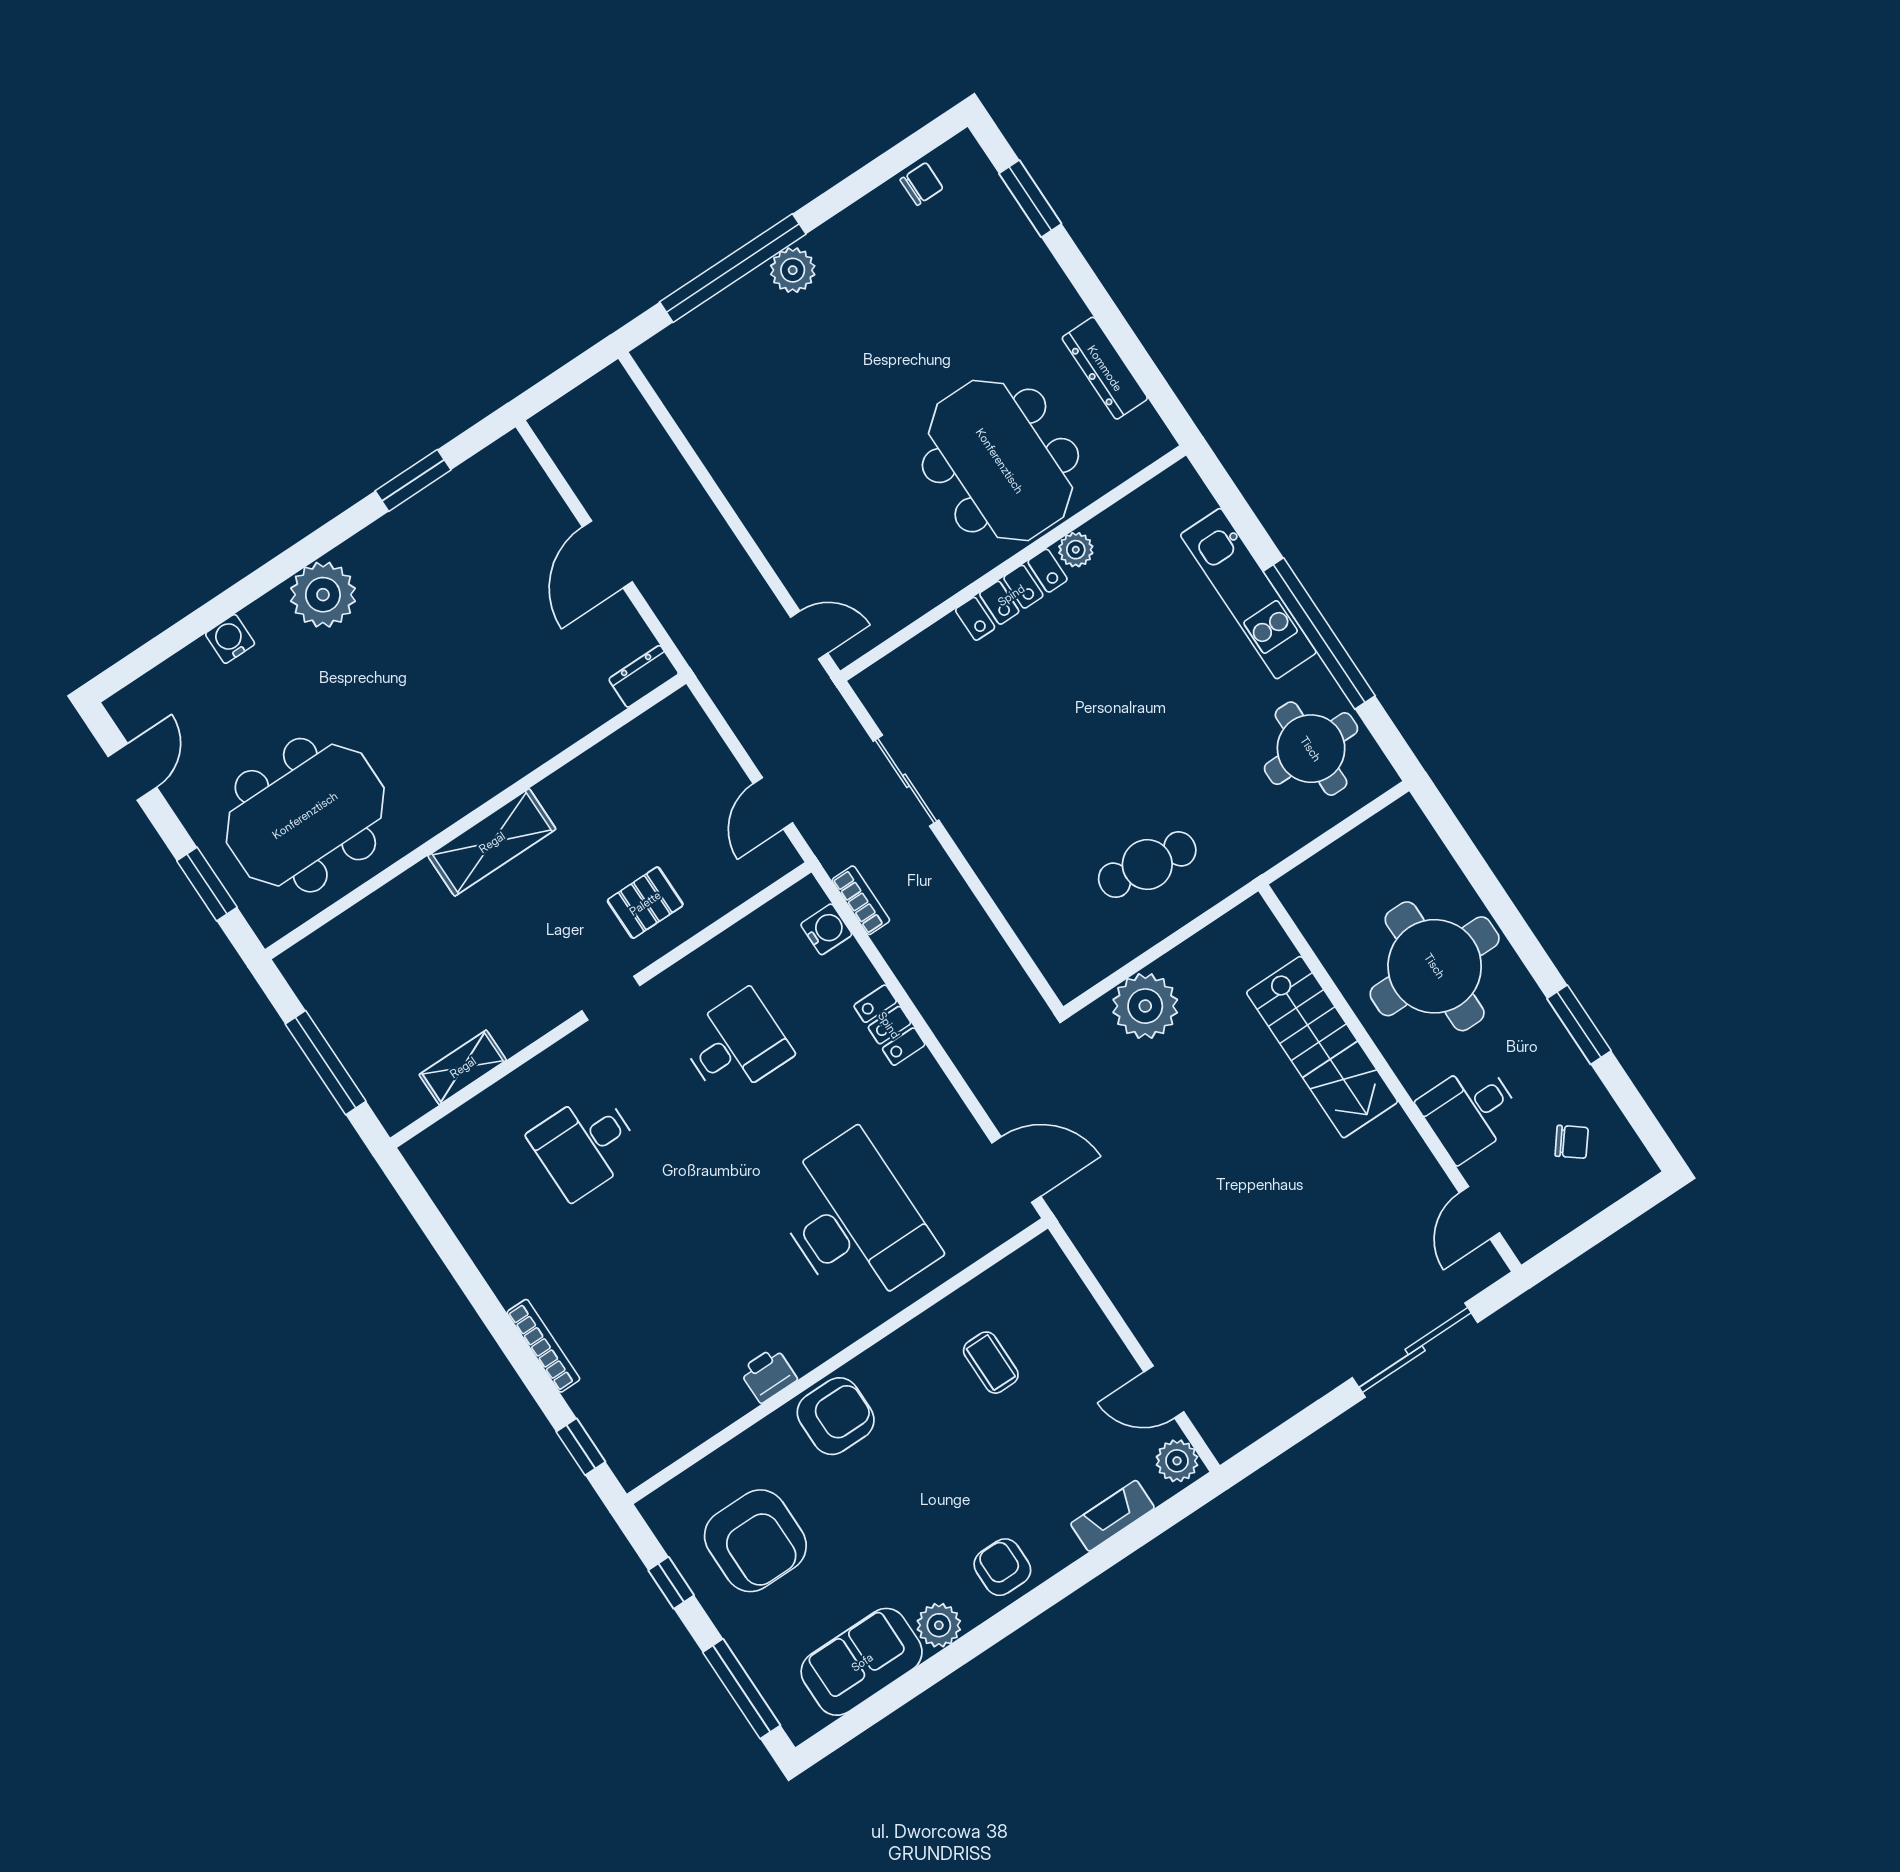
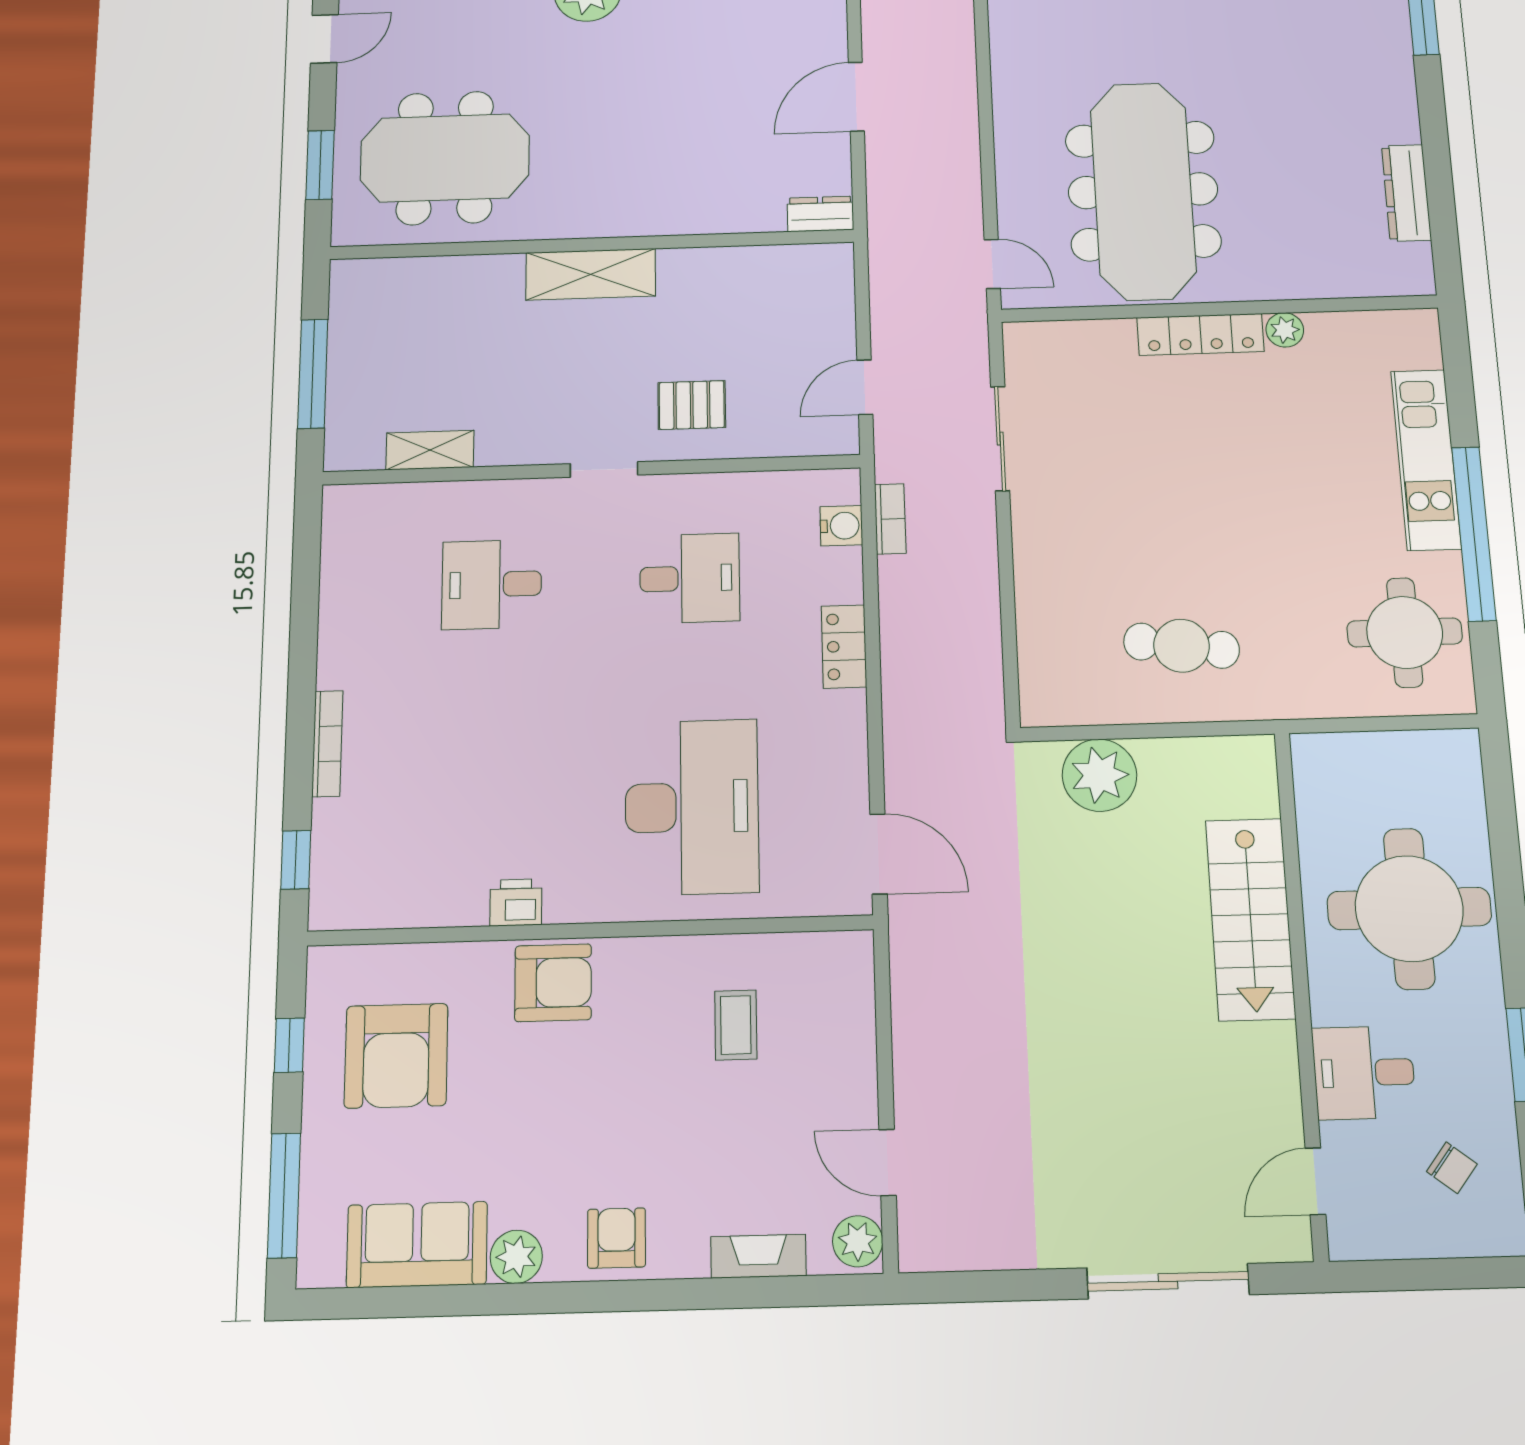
meeting table: (1000, 461) -> (1143, 191), moved, width x1.36

